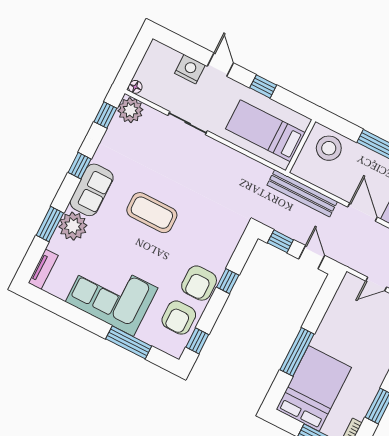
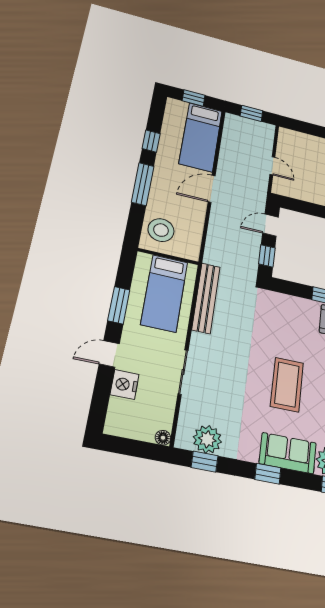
window: (263, 86) -> (119, 305), width x1.50
plant: (130, 110) -> (207, 439), moved
bench: (302, 193) -> (206, 298), moved

